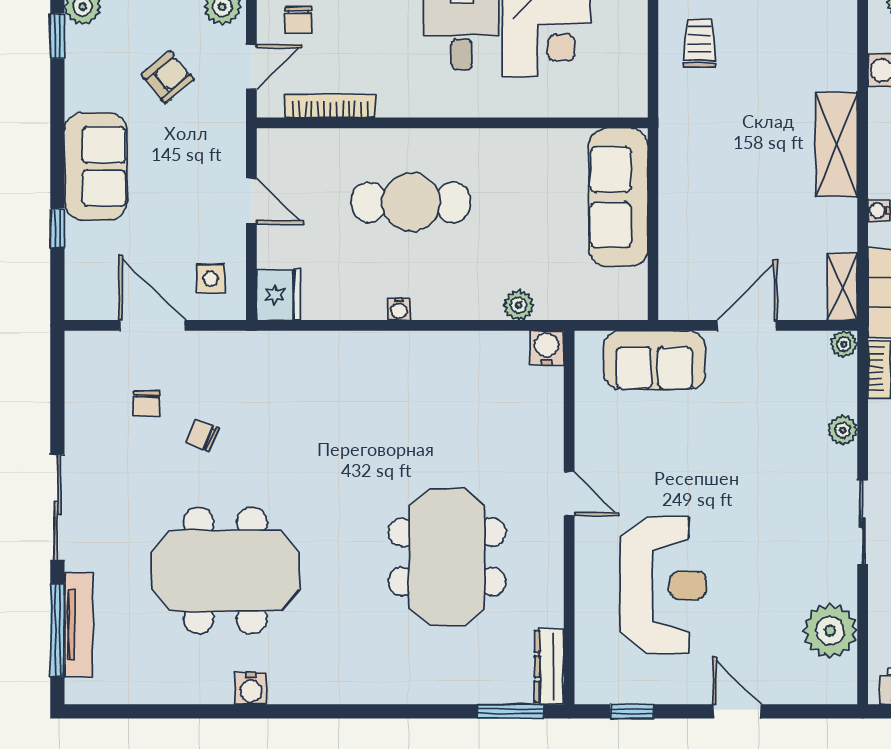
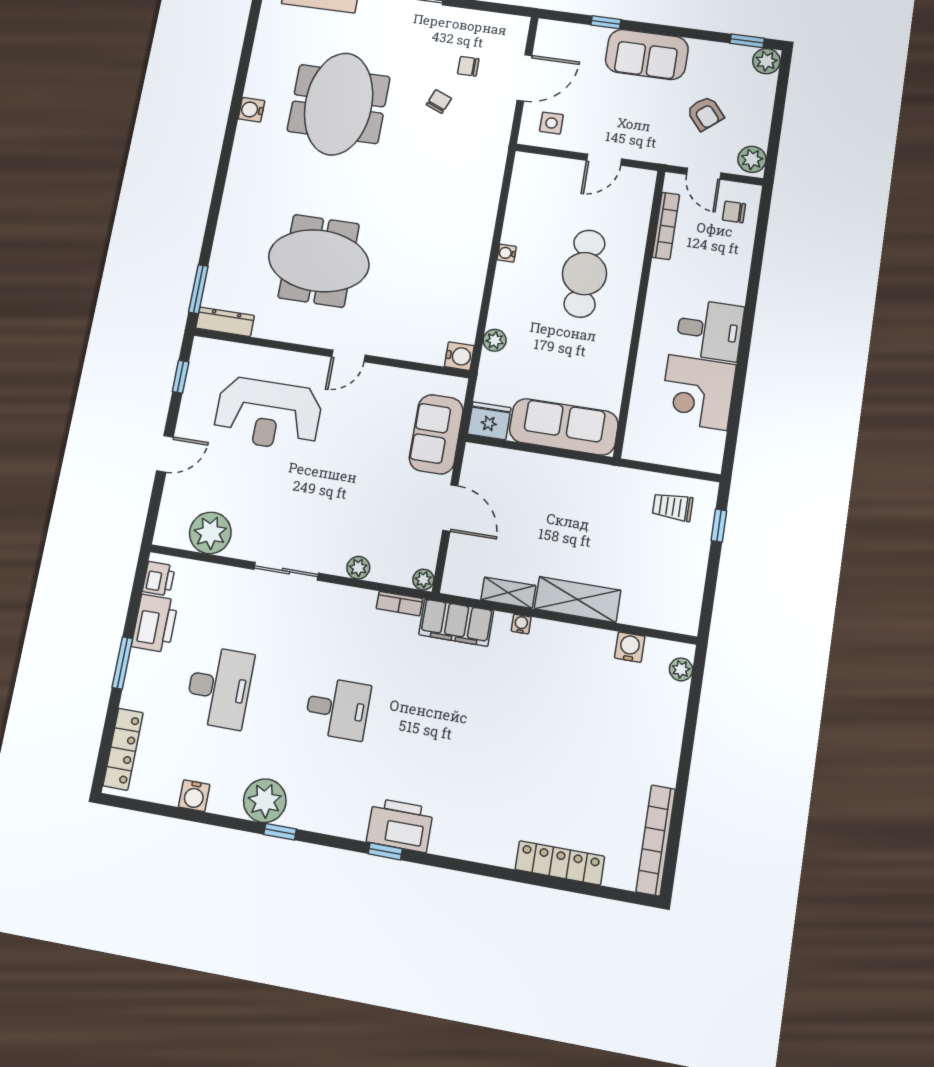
trolley: (699, 43) -> (673, 507), turned 180
shelving: (842, 287) -> (508, 593), moved
fridge: (278, 295) -> (489, 421), moved, turned 180

